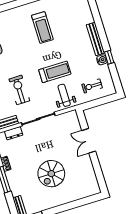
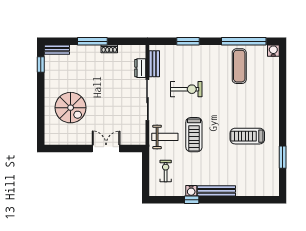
spiral stairs: (51, 174) -> (71, 108), moved, turned 180

